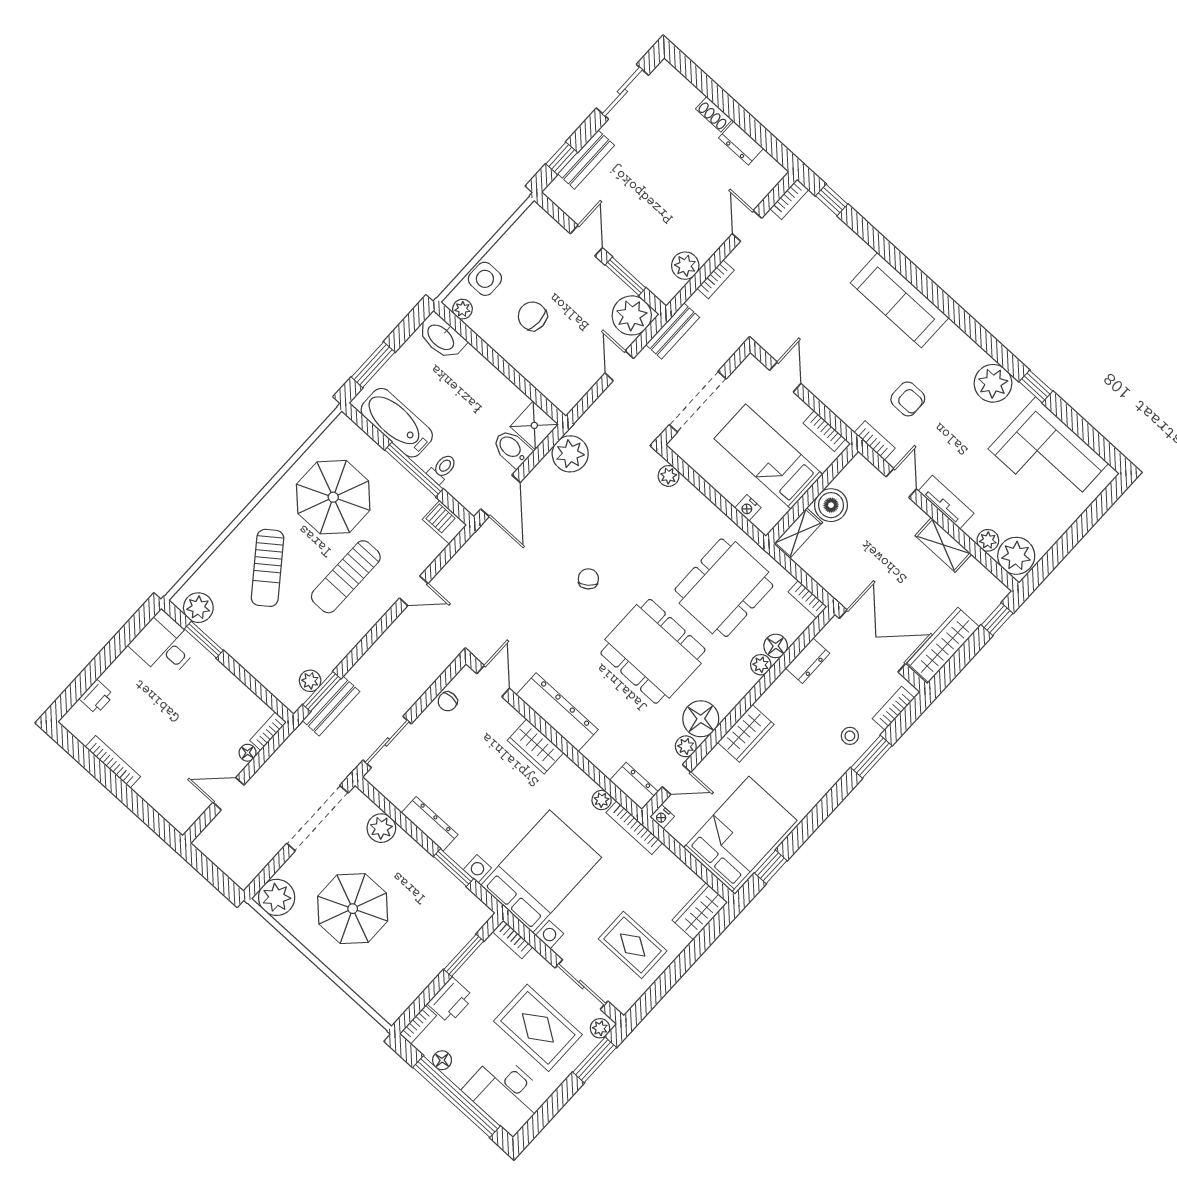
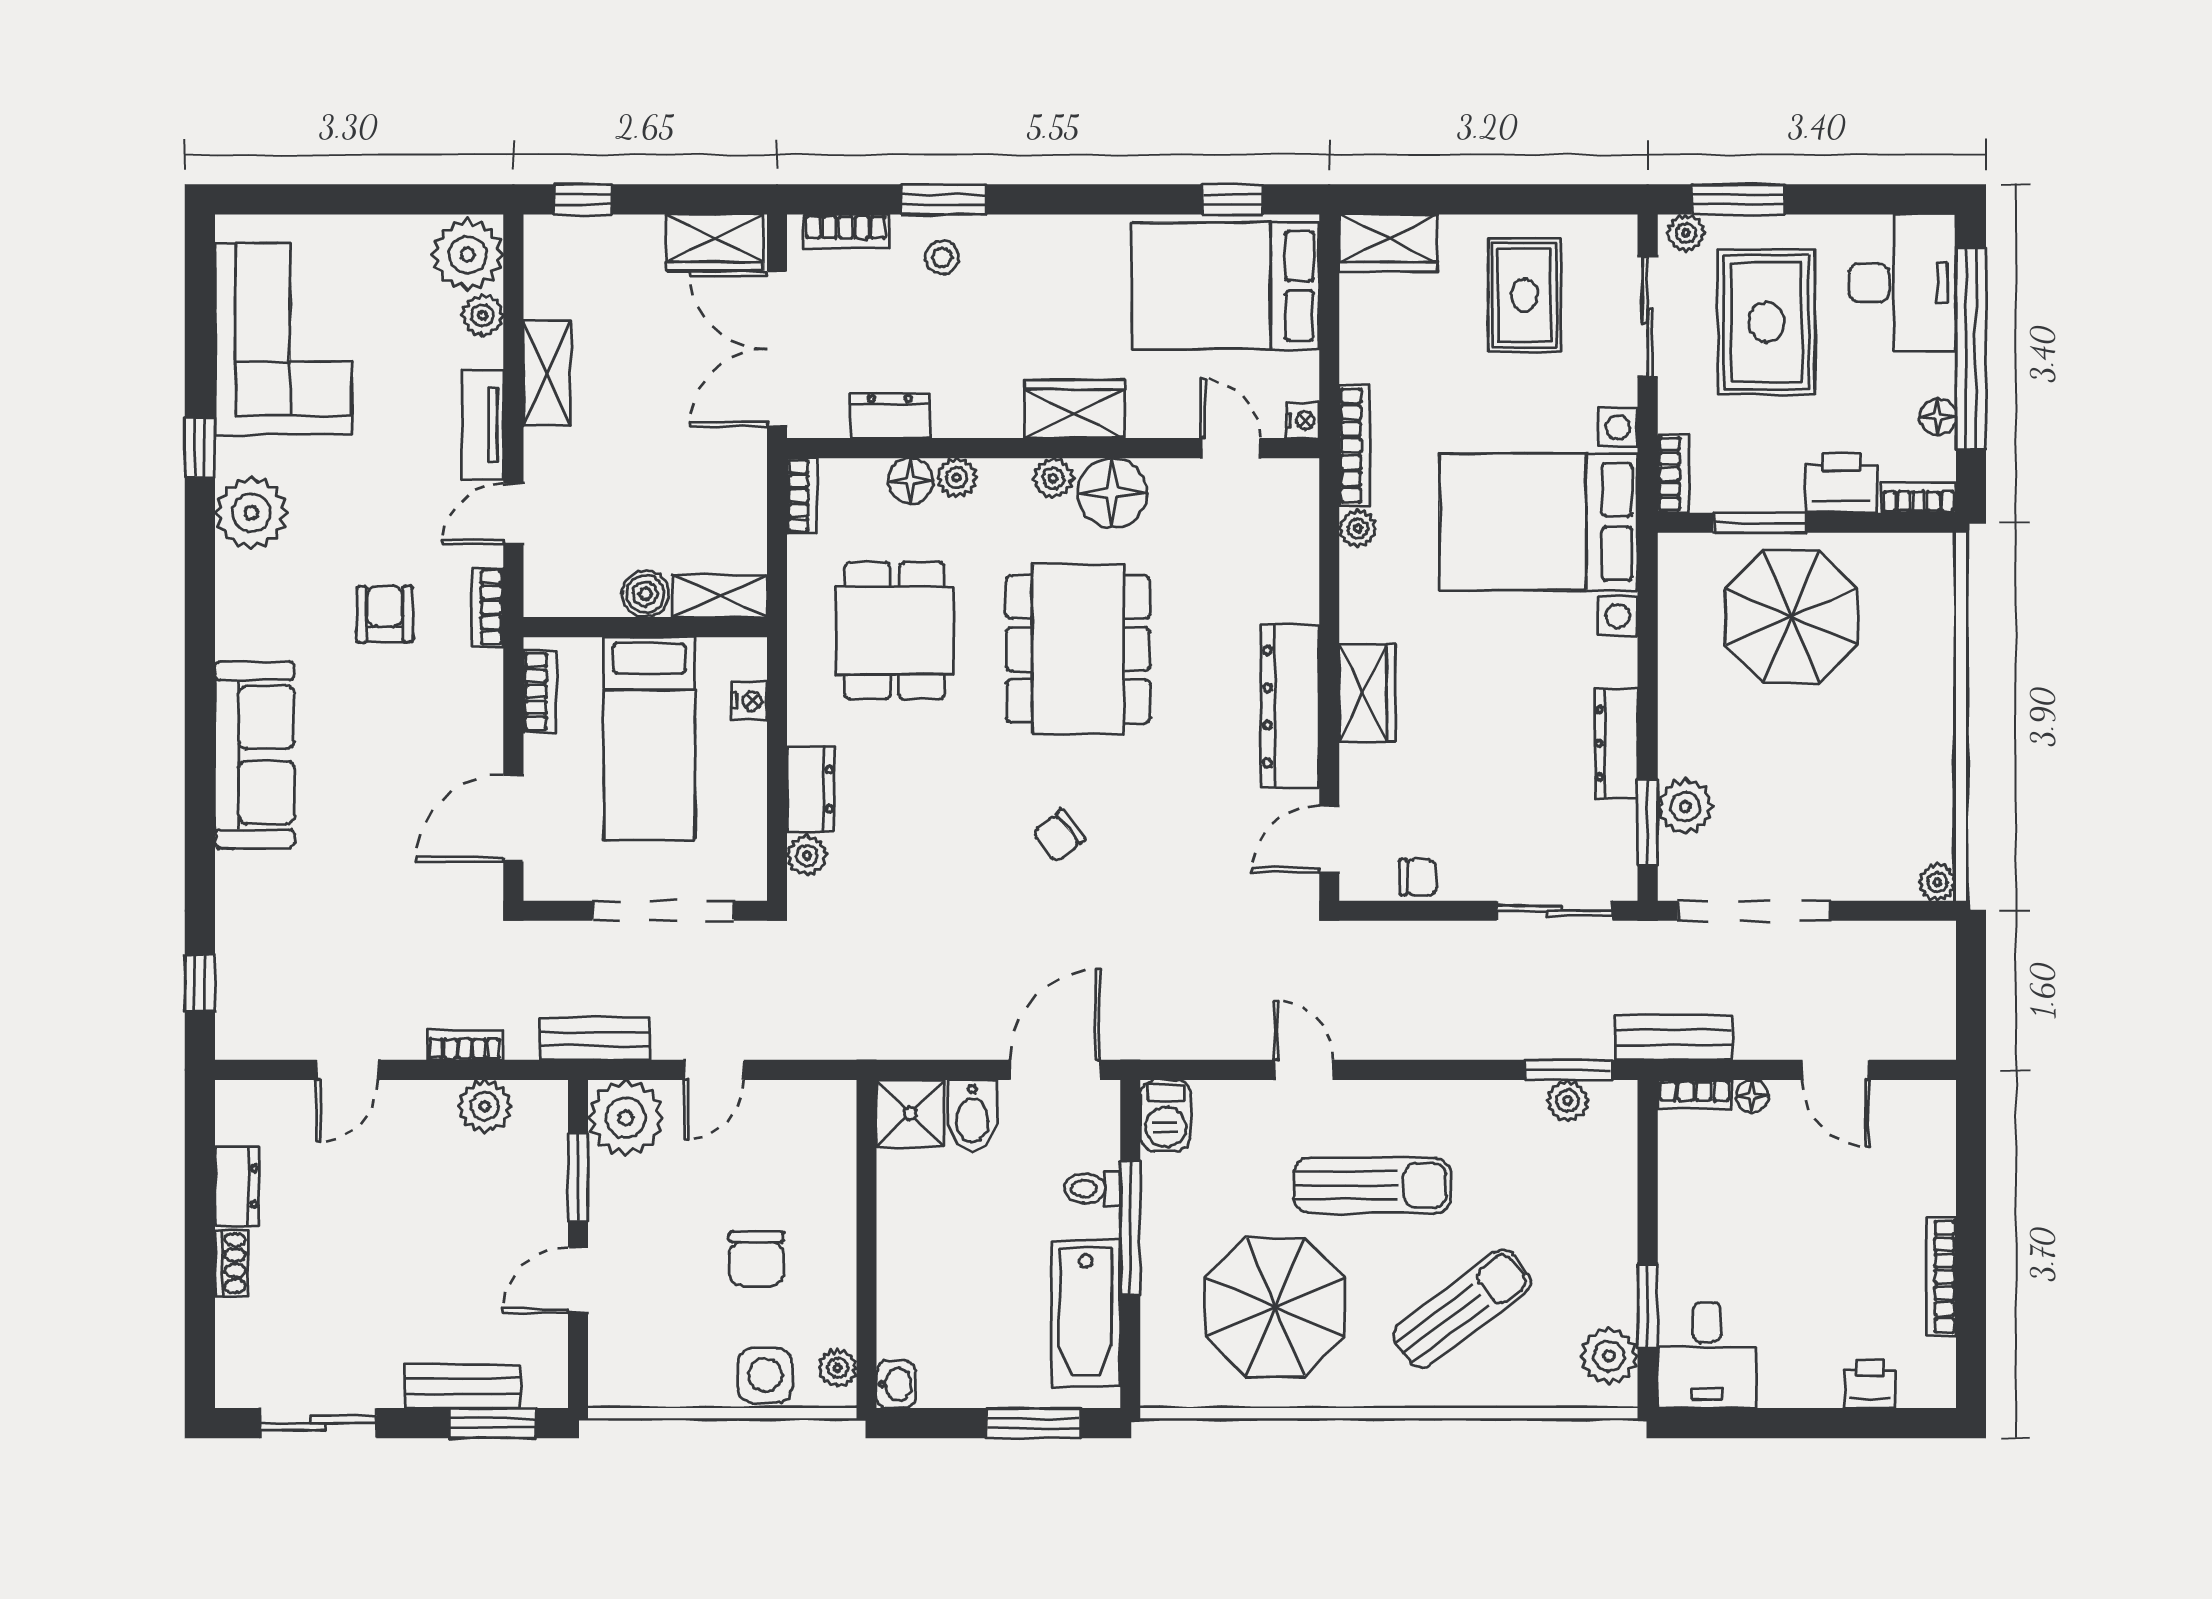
window: (562, 158) -> (493, 1423), width x1.50
bookcase: (789, 199) -> (254, 1044), removed
washbasin: (441, 337) -> (896, 1384), width x0.52, depth x0.69
door: (785, 377) -> (513, 818), width x1.38
plant: (570, 454) -> (904, 1025), removed
boiler: (831, 505) -> (645, 594), width x0.73, depth x0.73
dining table: (724, 588) -> (895, 631), width x0.73
wardrobe: (943, 645) -> (714, 243), width x0.67
bench: (331, 706) -> (1674, 1038), moved
plant: (686, 746) -> (1053, 478), moved
dresser: (634, 786) -> (811, 789), moved, turned 180
window: (453, 868) -> (1648, 823), moved
plant: (277, 897) -> (1937, 882), width x0.53, depth x0.53
parasol: (353, 909) -> (1791, 617), moved

